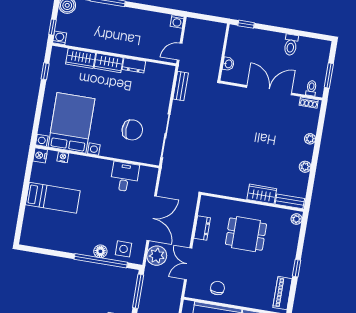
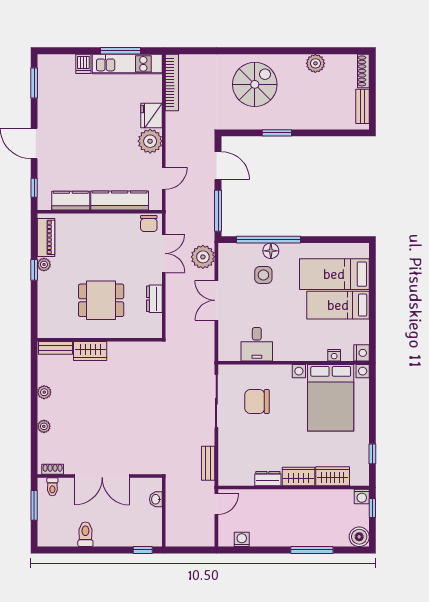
washing machine: (177, 21) -> (242, 539), moved
double door: (152, 218) -> (216, 300), width x0.73
plant: (296, 219) -> (44, 264), moved
bed: (52, 224) -> (334, 274), added
side table: (124, 249) -> (263, 275), moved
chair: (217, 288) -> (149, 224), moved

